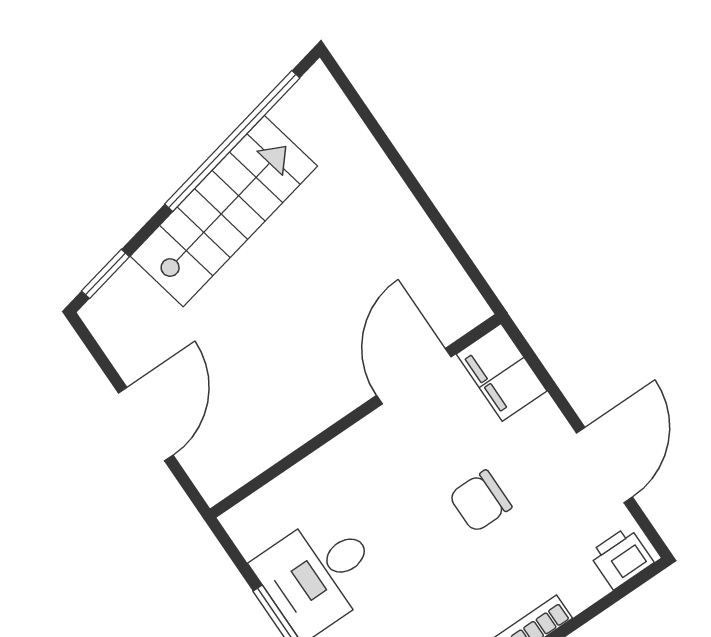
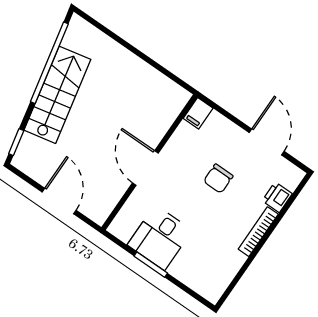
filing cabinet: (502, 372) -> (198, 113), width x0.50
door: (414, 376) -> (145, 168), moved
printer: (621, 558) -> (277, 197), moved

